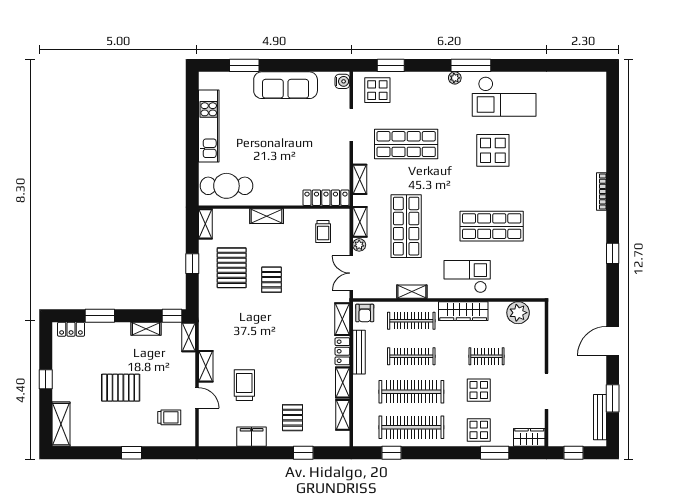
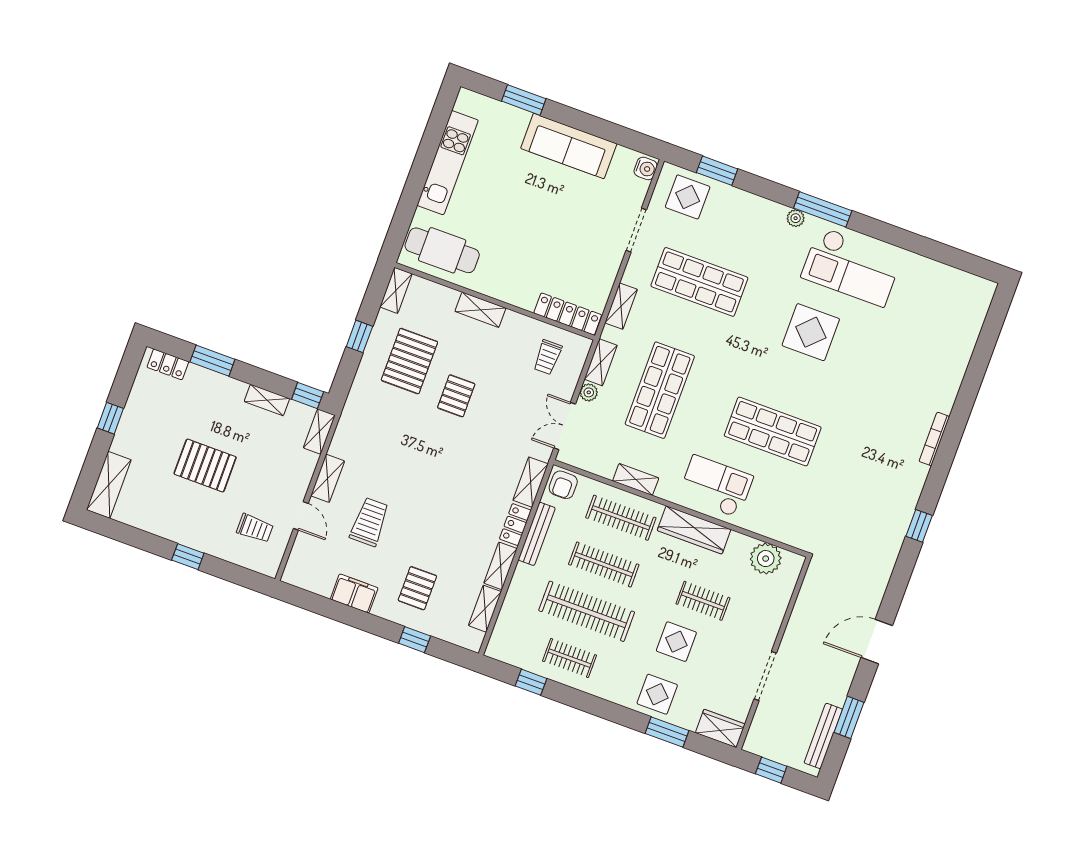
clothes rail: (411, 427) -> (570, 658), width x0.54, depth x0.76

